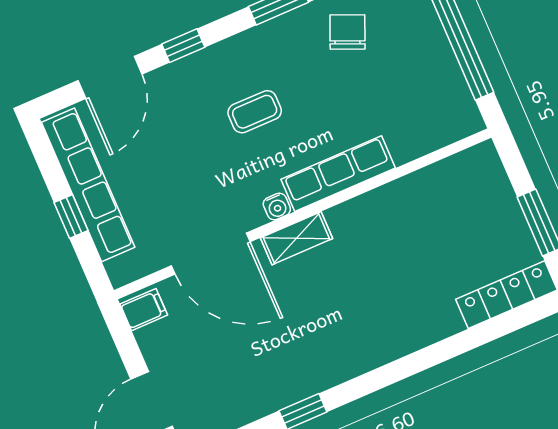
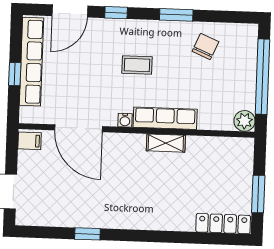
plant: (464, 119) -> (244, 121), added
shelving: (296, 238) -> (166, 143), moved

